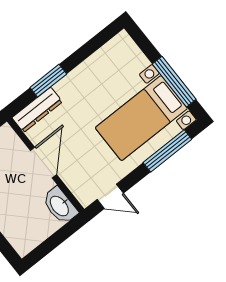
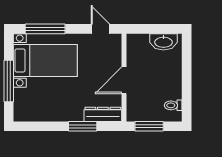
window: (174, 82) -> (9, 81), moved
washbasin: (60, 206) -> (163, 42), moved, turned 90

